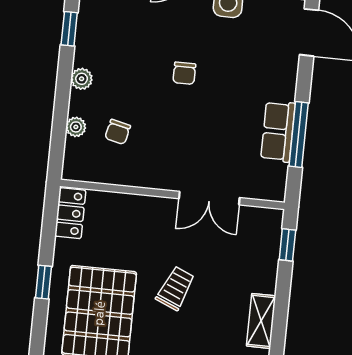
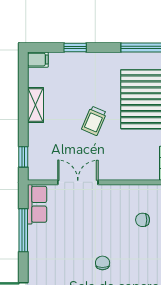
row of seats: (278, 131) -> (37, 204), moved
chair: (118, 132) -> (143, 220), turned -103

